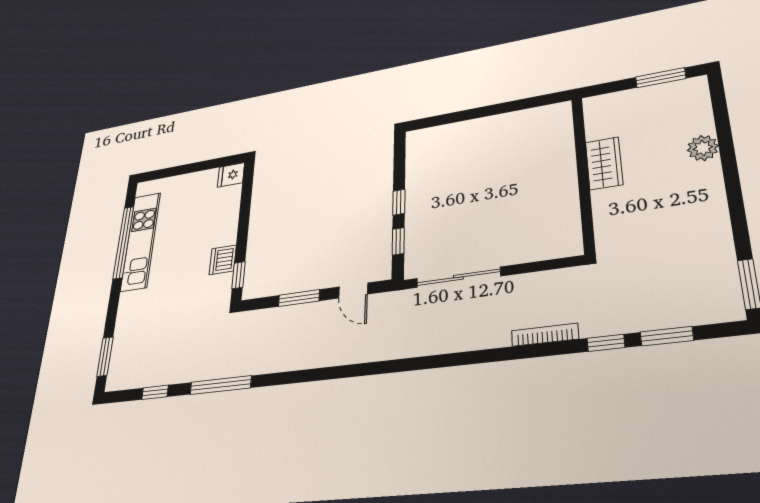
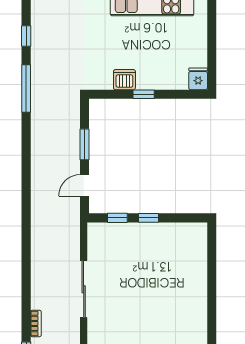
window: (238, 275) -> (144, 94), moved
sliding door: (458, 277) -> (84, 289), moved
bookcase: (545, 335) -> (36, 323), width x0.64

